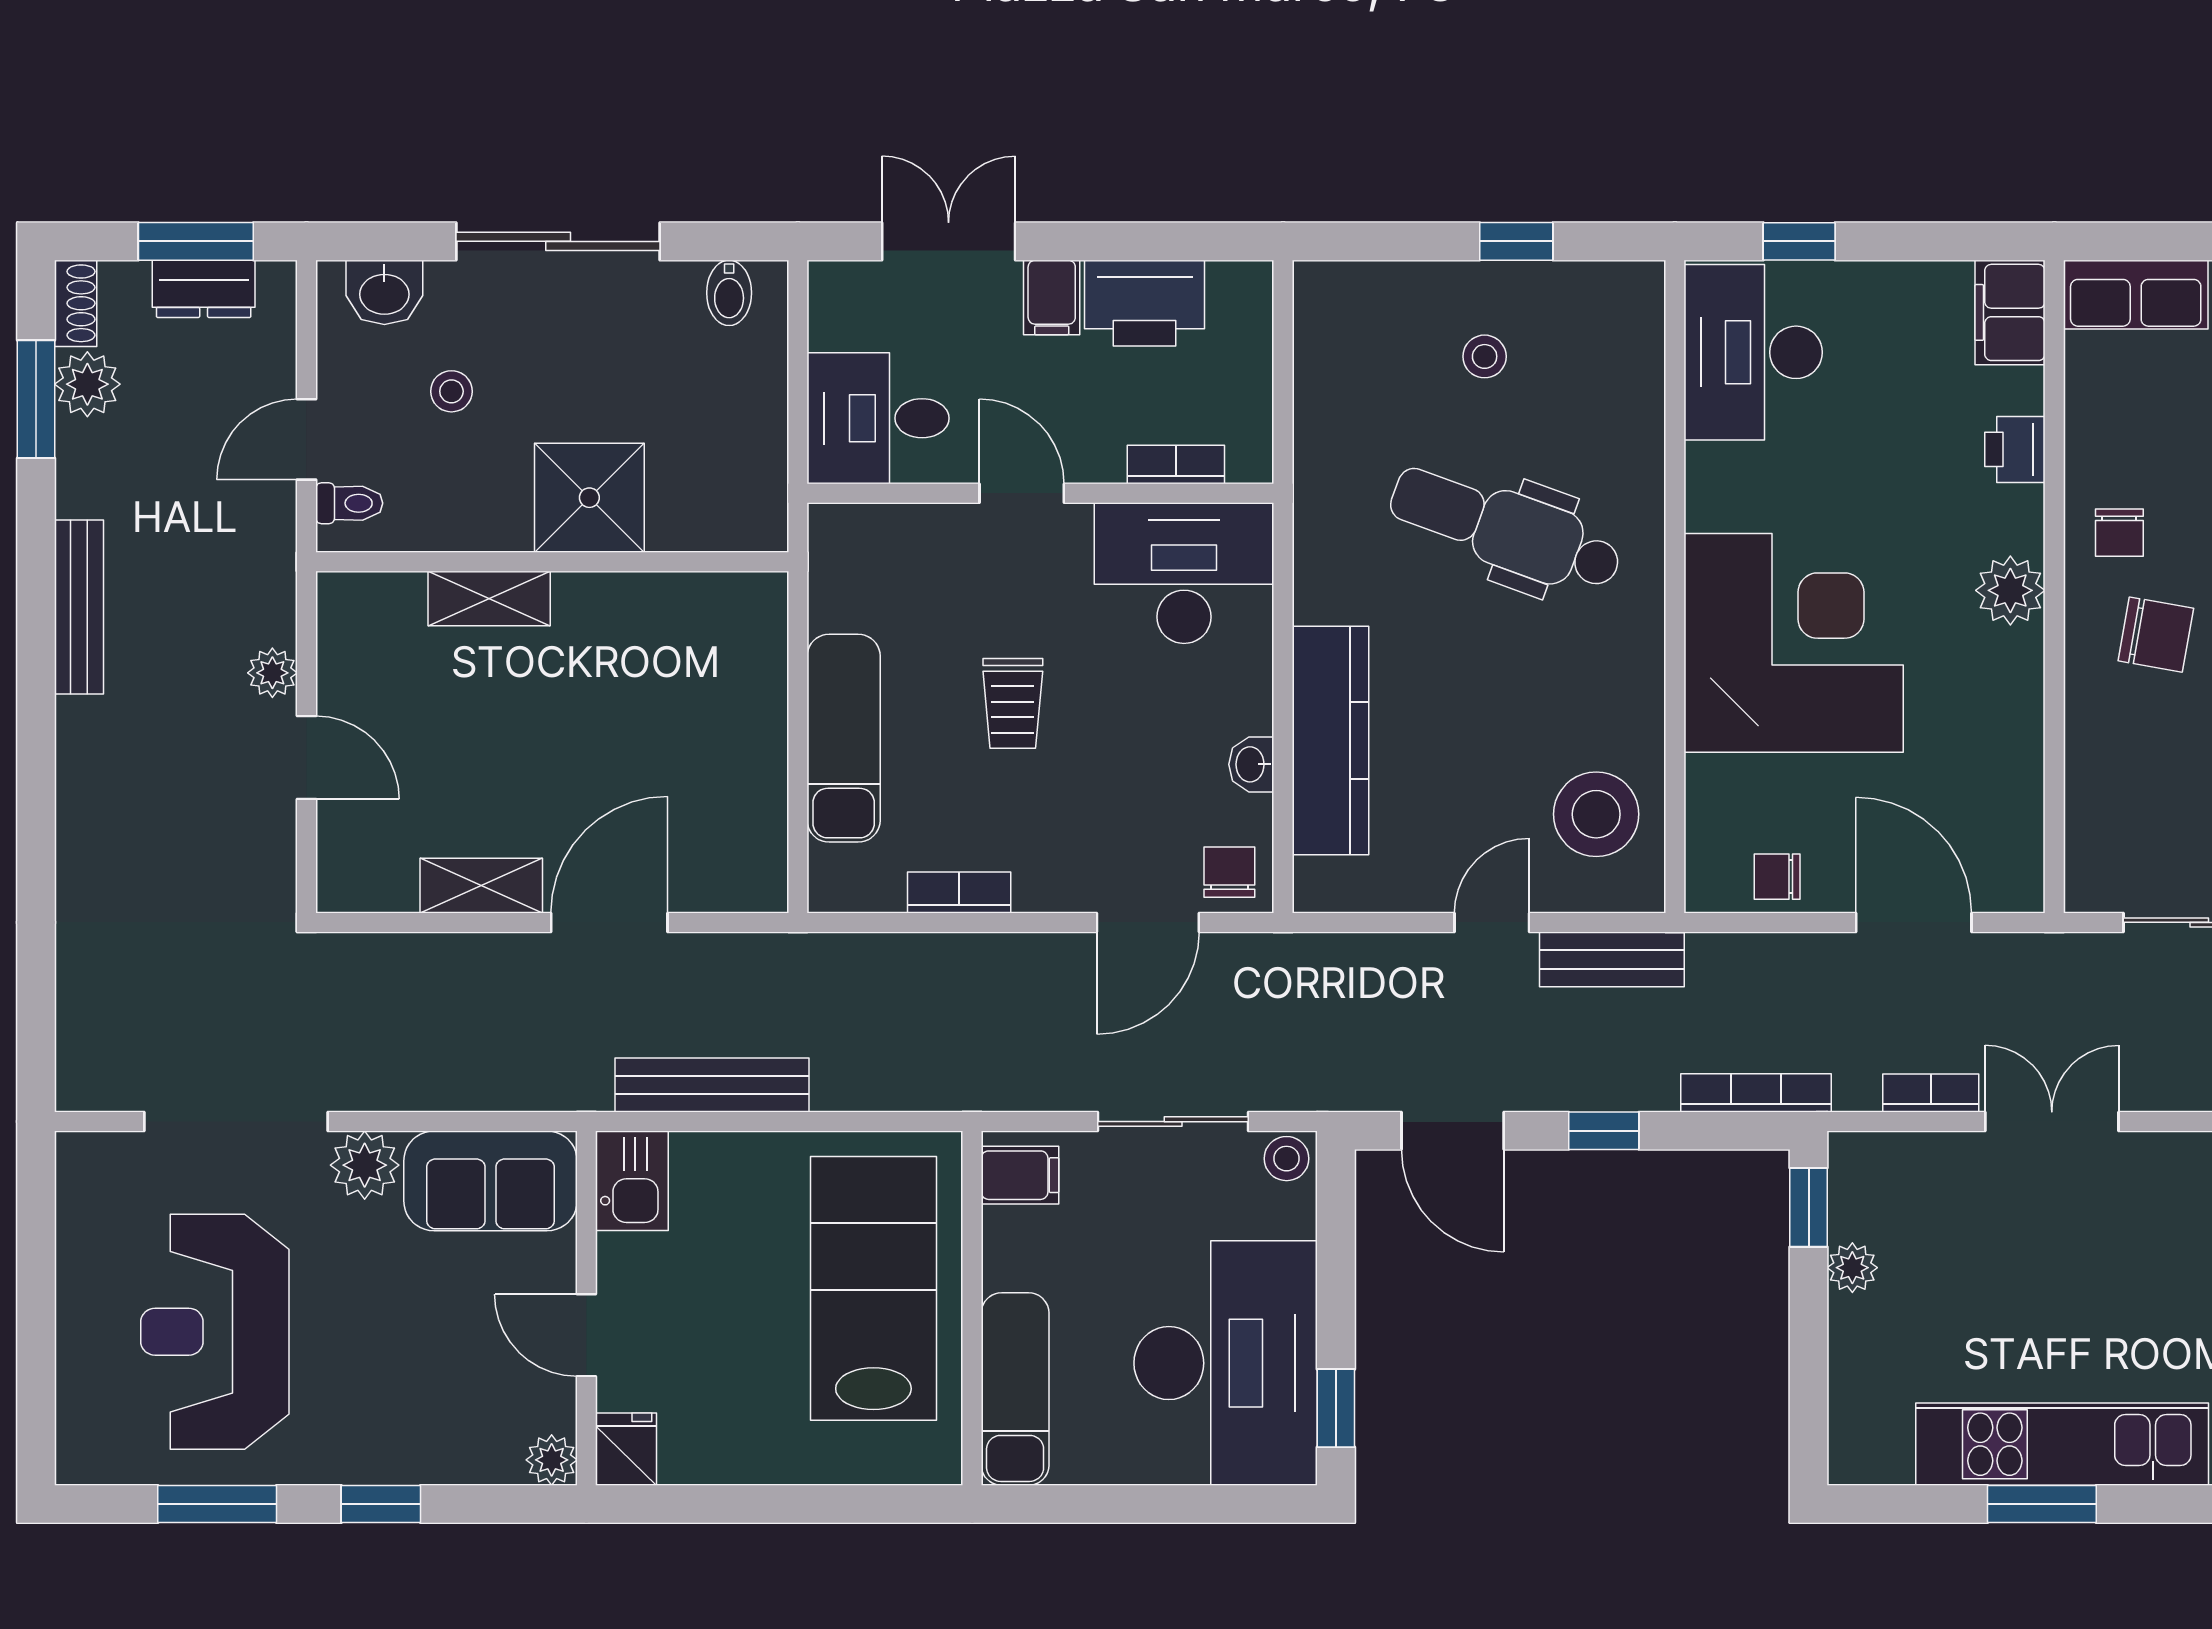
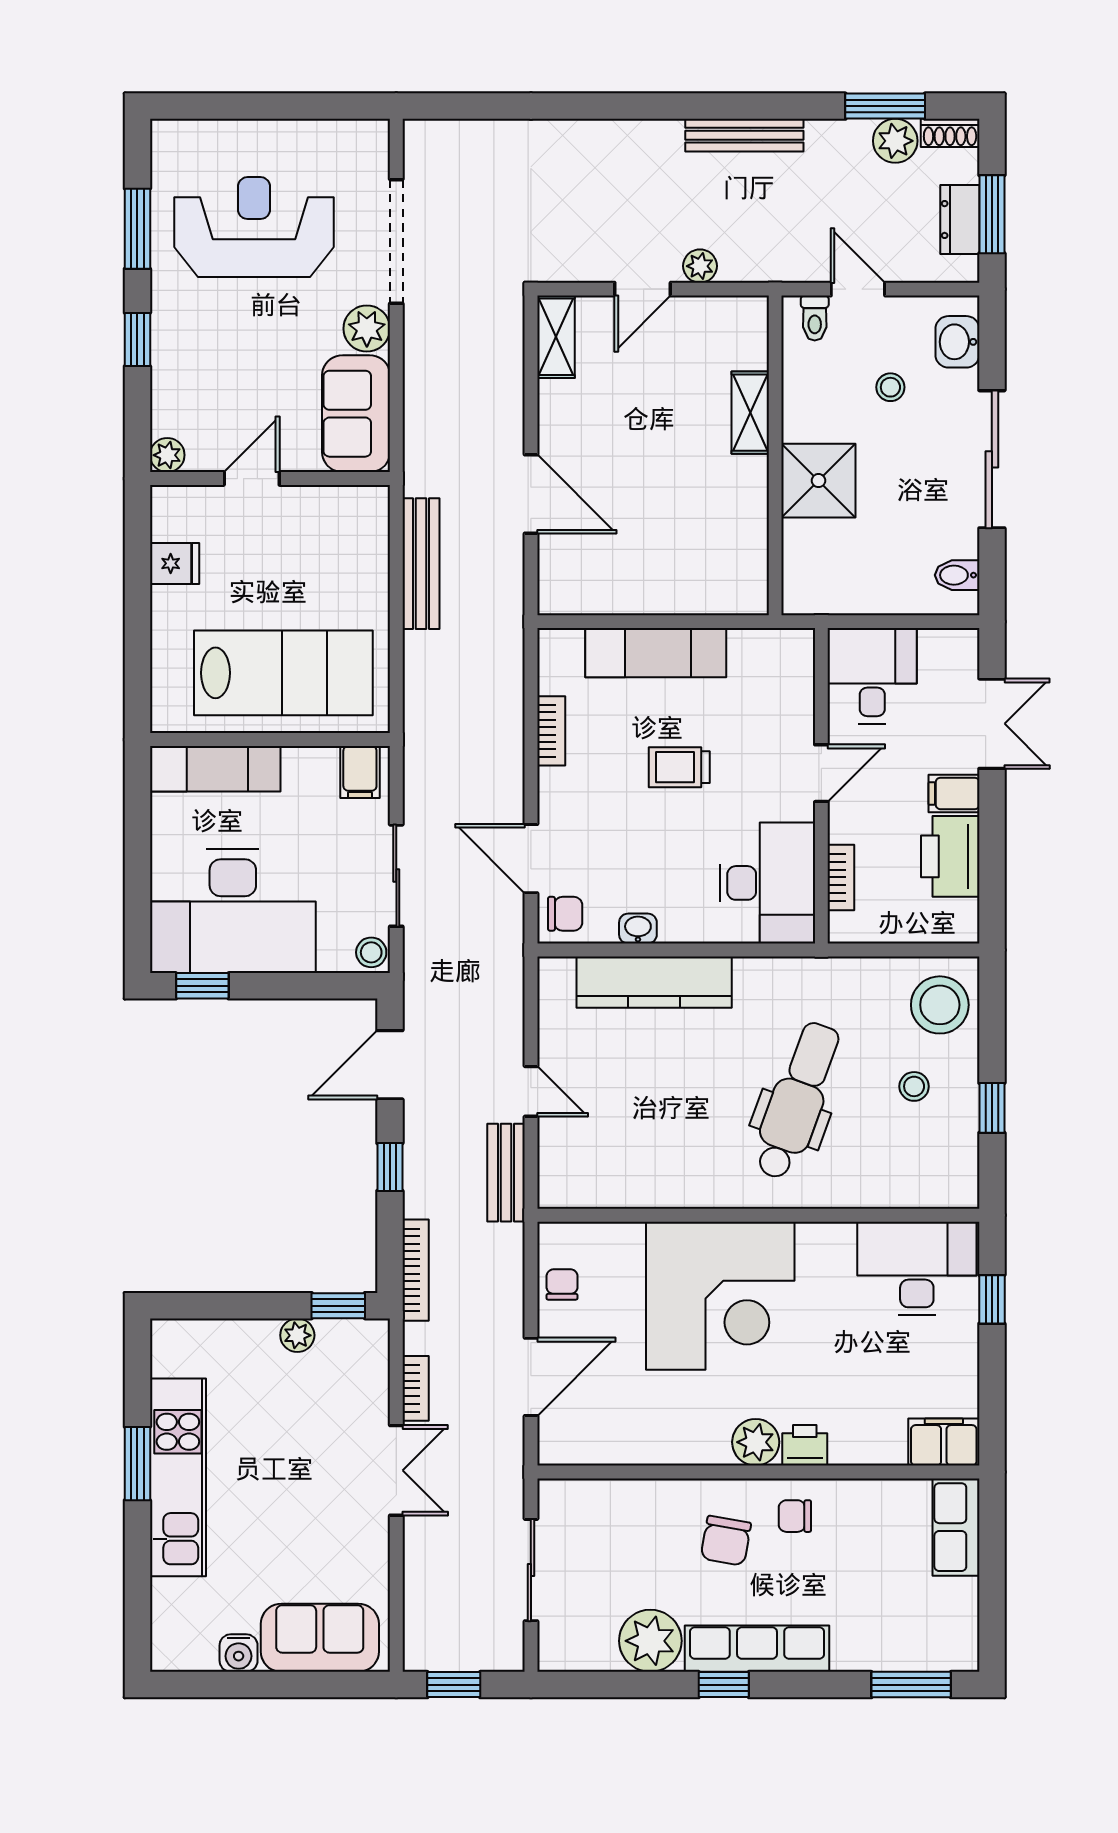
printer: (2015, 449) -> (805, 1445), moved
stool: (1596, 814) -> (940, 1005), moved
shelving: (481, 886) -> (556, 337), moved
kitchen sink: (632, 1181) -> (356, 509), removed
fridge: (626, 1449) -> (175, 563), moved

